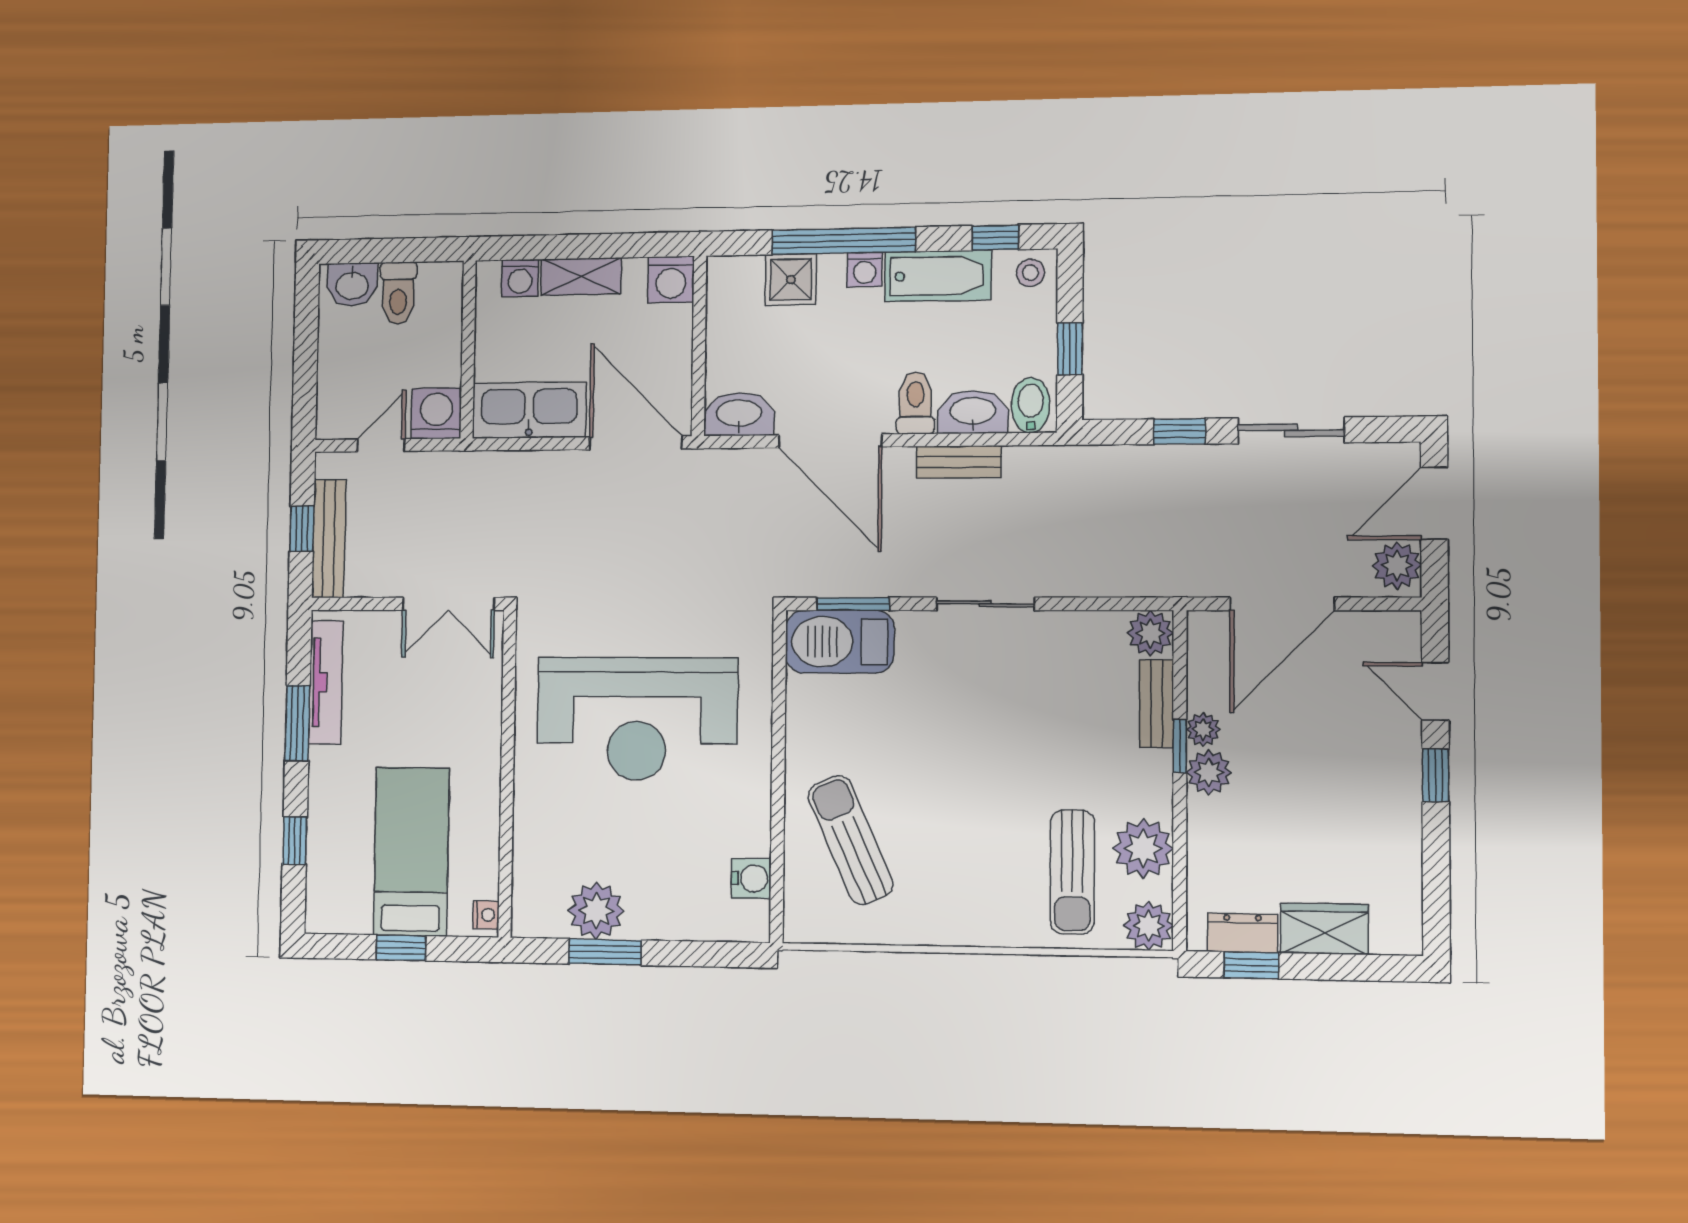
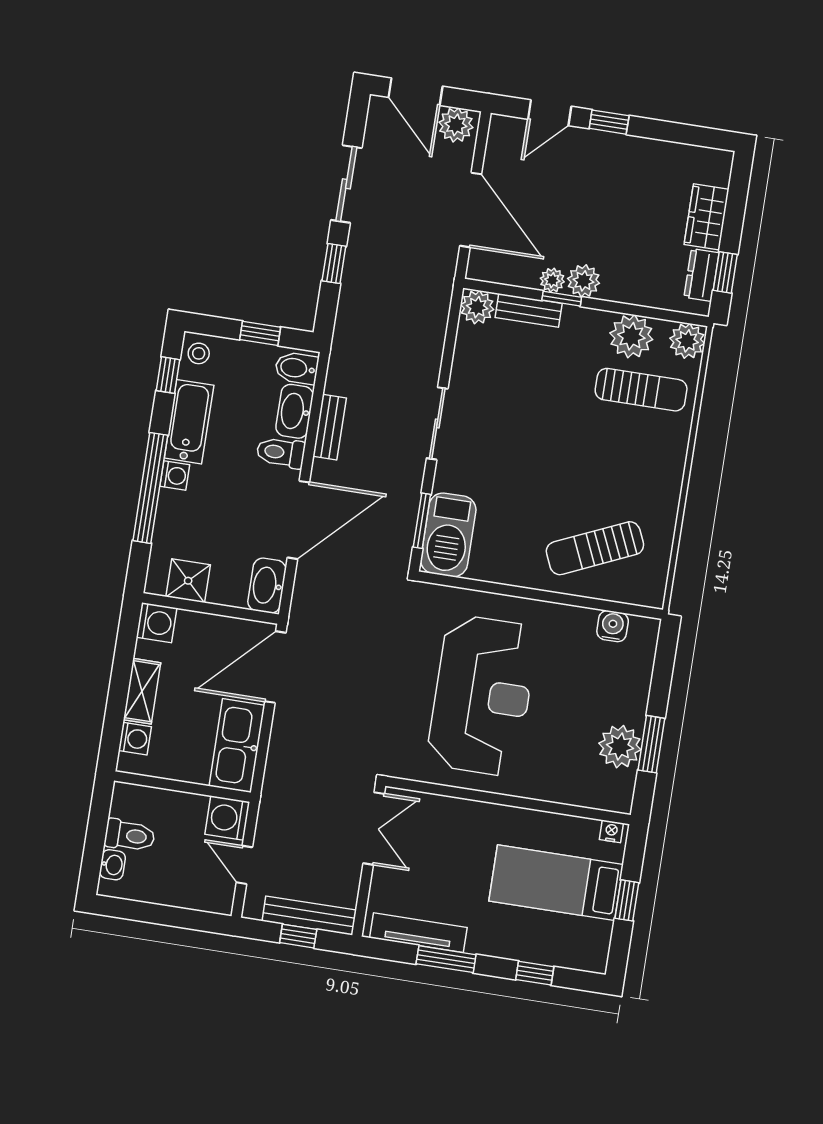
shower: (791, 279) -> (188, 581), moved
washbasin: (352, 285) -> (112, 865), width x0.72, depth x0.69

